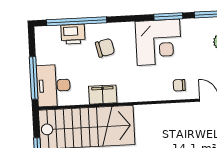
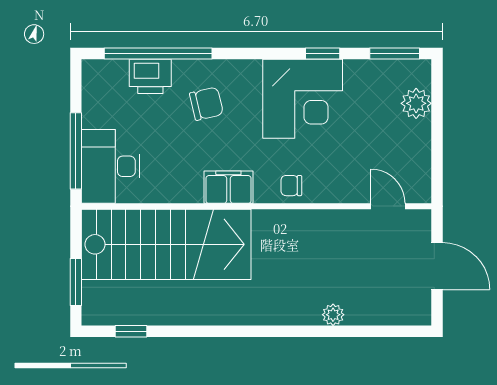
window: (168, 16) -> (323, 53), width x0.67
chair: (179, 85) -> (291, 186), moved
filing cabinet: (103, 95) -> (228, 187), moved

